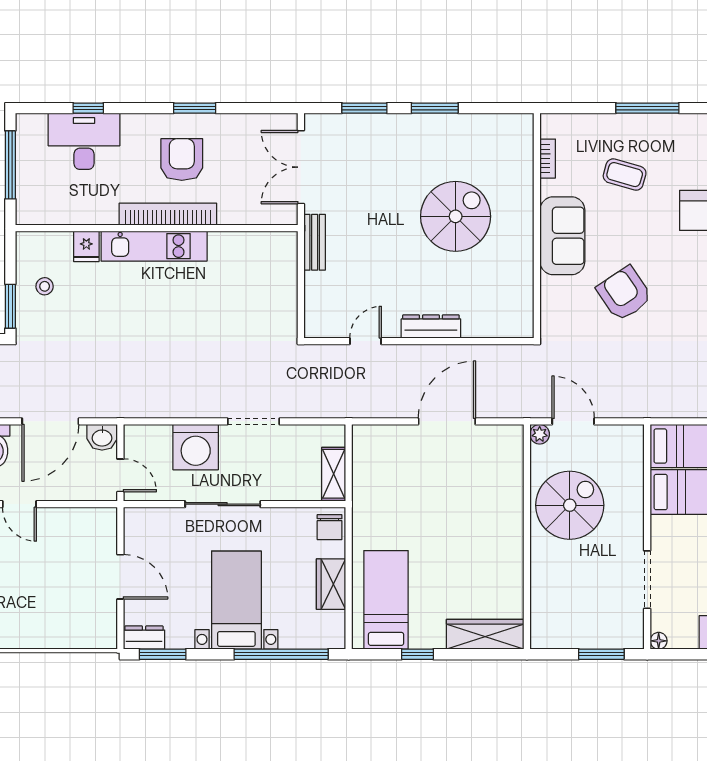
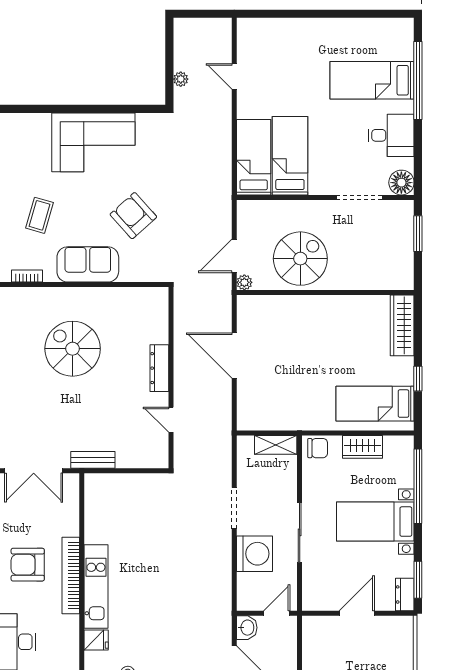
armchair: (624, 294) -> (133, 216), turned 82
spiral stairs: (570, 505) -> (300, 259), turned 90
floor lamp: (659, 641) -> (401, 183), width x1.89, depth x1.89

